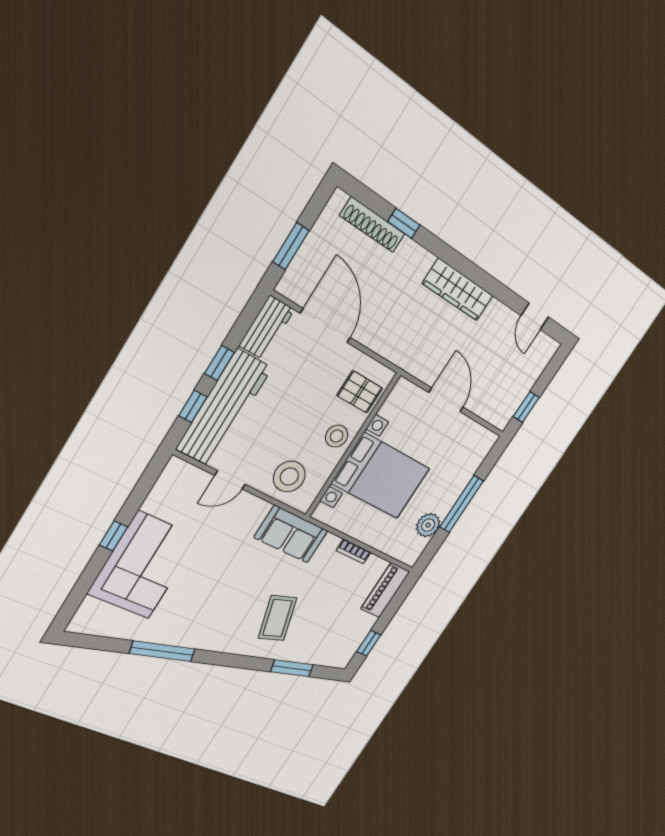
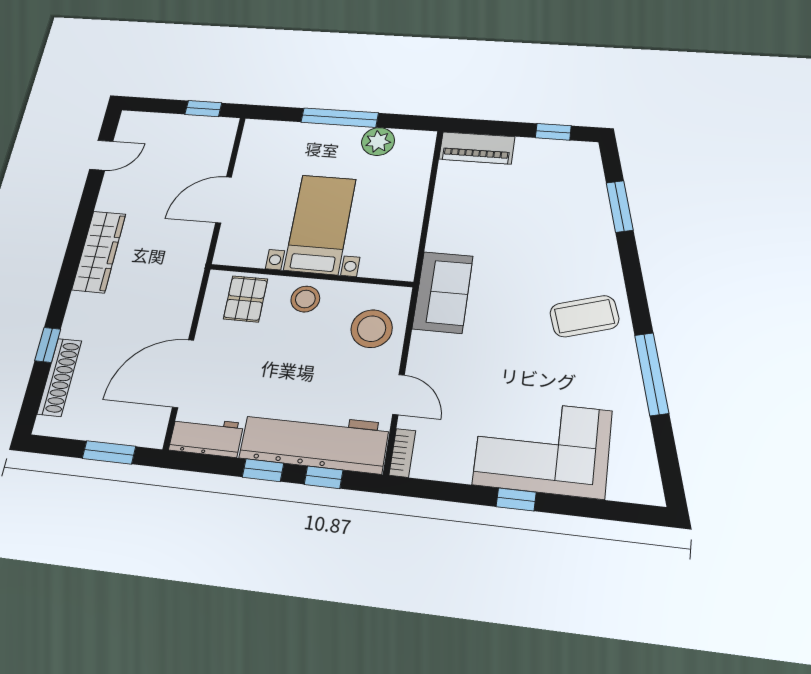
bed with nightstands: (381, 476) -> (320, 224), width x0.73
bookcase: (354, 551) -> (402, 453), moved
coffee table: (277, 618) -> (584, 316), moved

